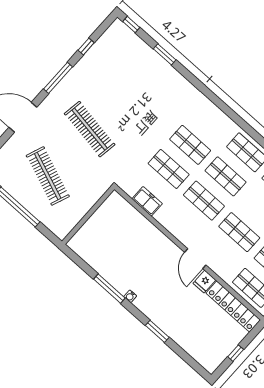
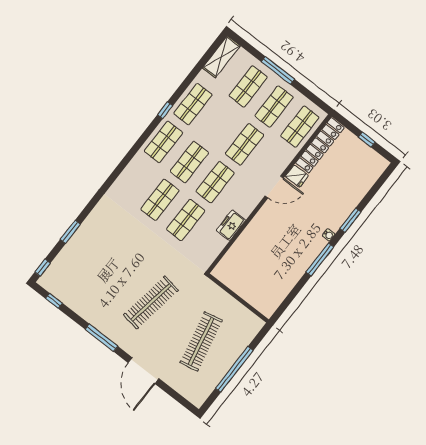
window: (86, 46) -> (54, 301), moved
clothes rail: (48, 176) -> (201, 341), turned -33
freezer: (147, 201) -> (231, 225), moved
window: (109, 289) -> (320, 260), moved
water cooler: (130, 296) -> (329, 235), moved

